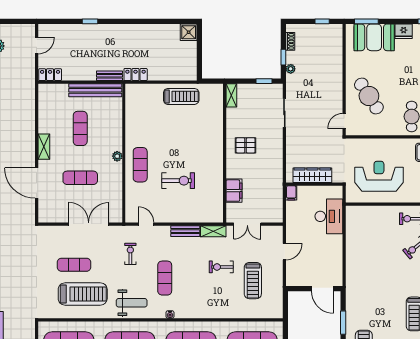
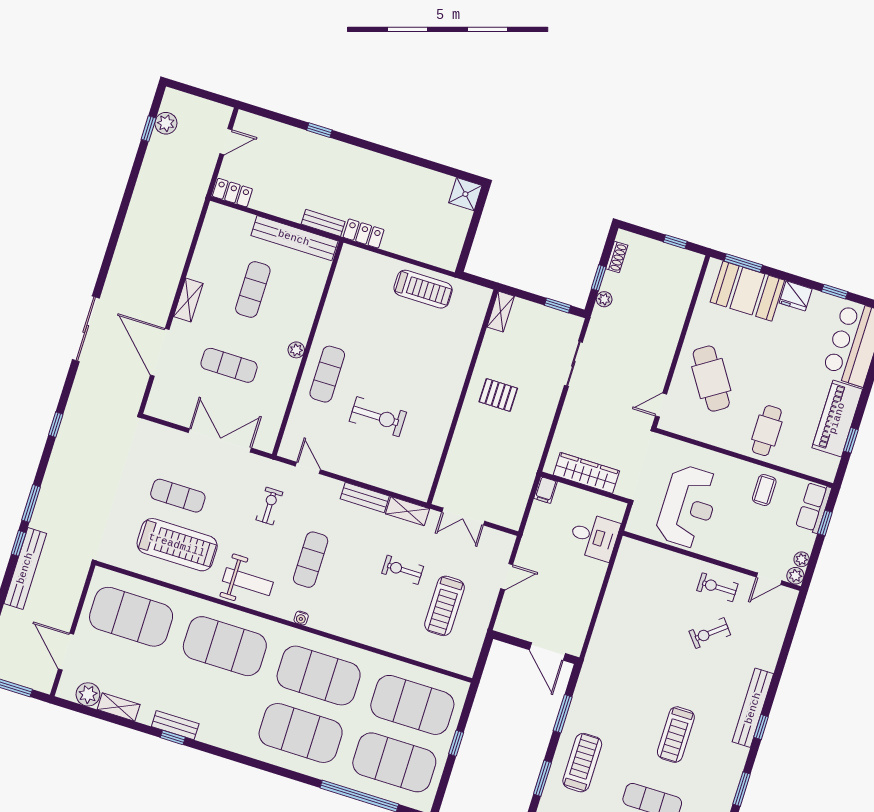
reception desk: (379, 176) -> (688, 507), turned 90
filing cabinet: (234, 191) -> (459, 459), removed
desk: (329, 216) -> (594, 537), width x0.73

